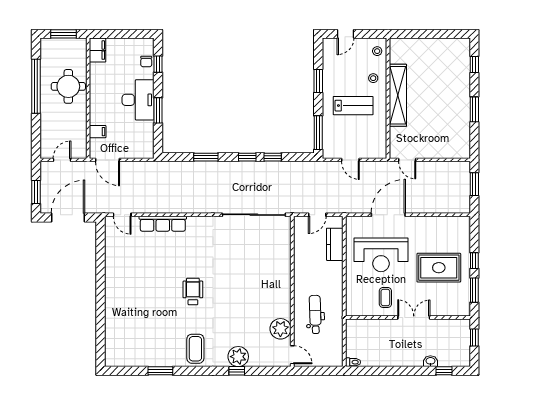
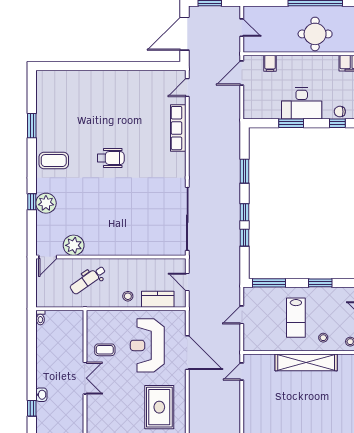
door: (68, 217) -> (185, 34), swing flipped
rug: (439, 268) -> (159, 407), moved
stool: (332, 274) -> (128, 296), added
dental chair: (315, 314) -> (88, 280), turned 147

